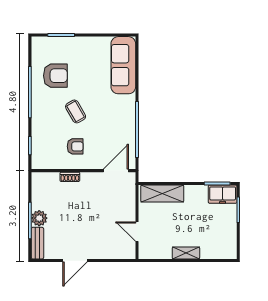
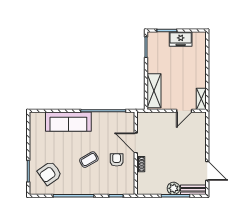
sofa: (123, 65) -> (68, 122), moved
armchair: (55, 76) -> (50, 173), moved, turned -125
door: (116, 171) -> (136, 143), moved
freezer: (223, 194) -> (181, 39), moved, turned 90
shelving: (186, 253) -> (201, 99), moved
door: (75, 261) -> (207, 171), moved

